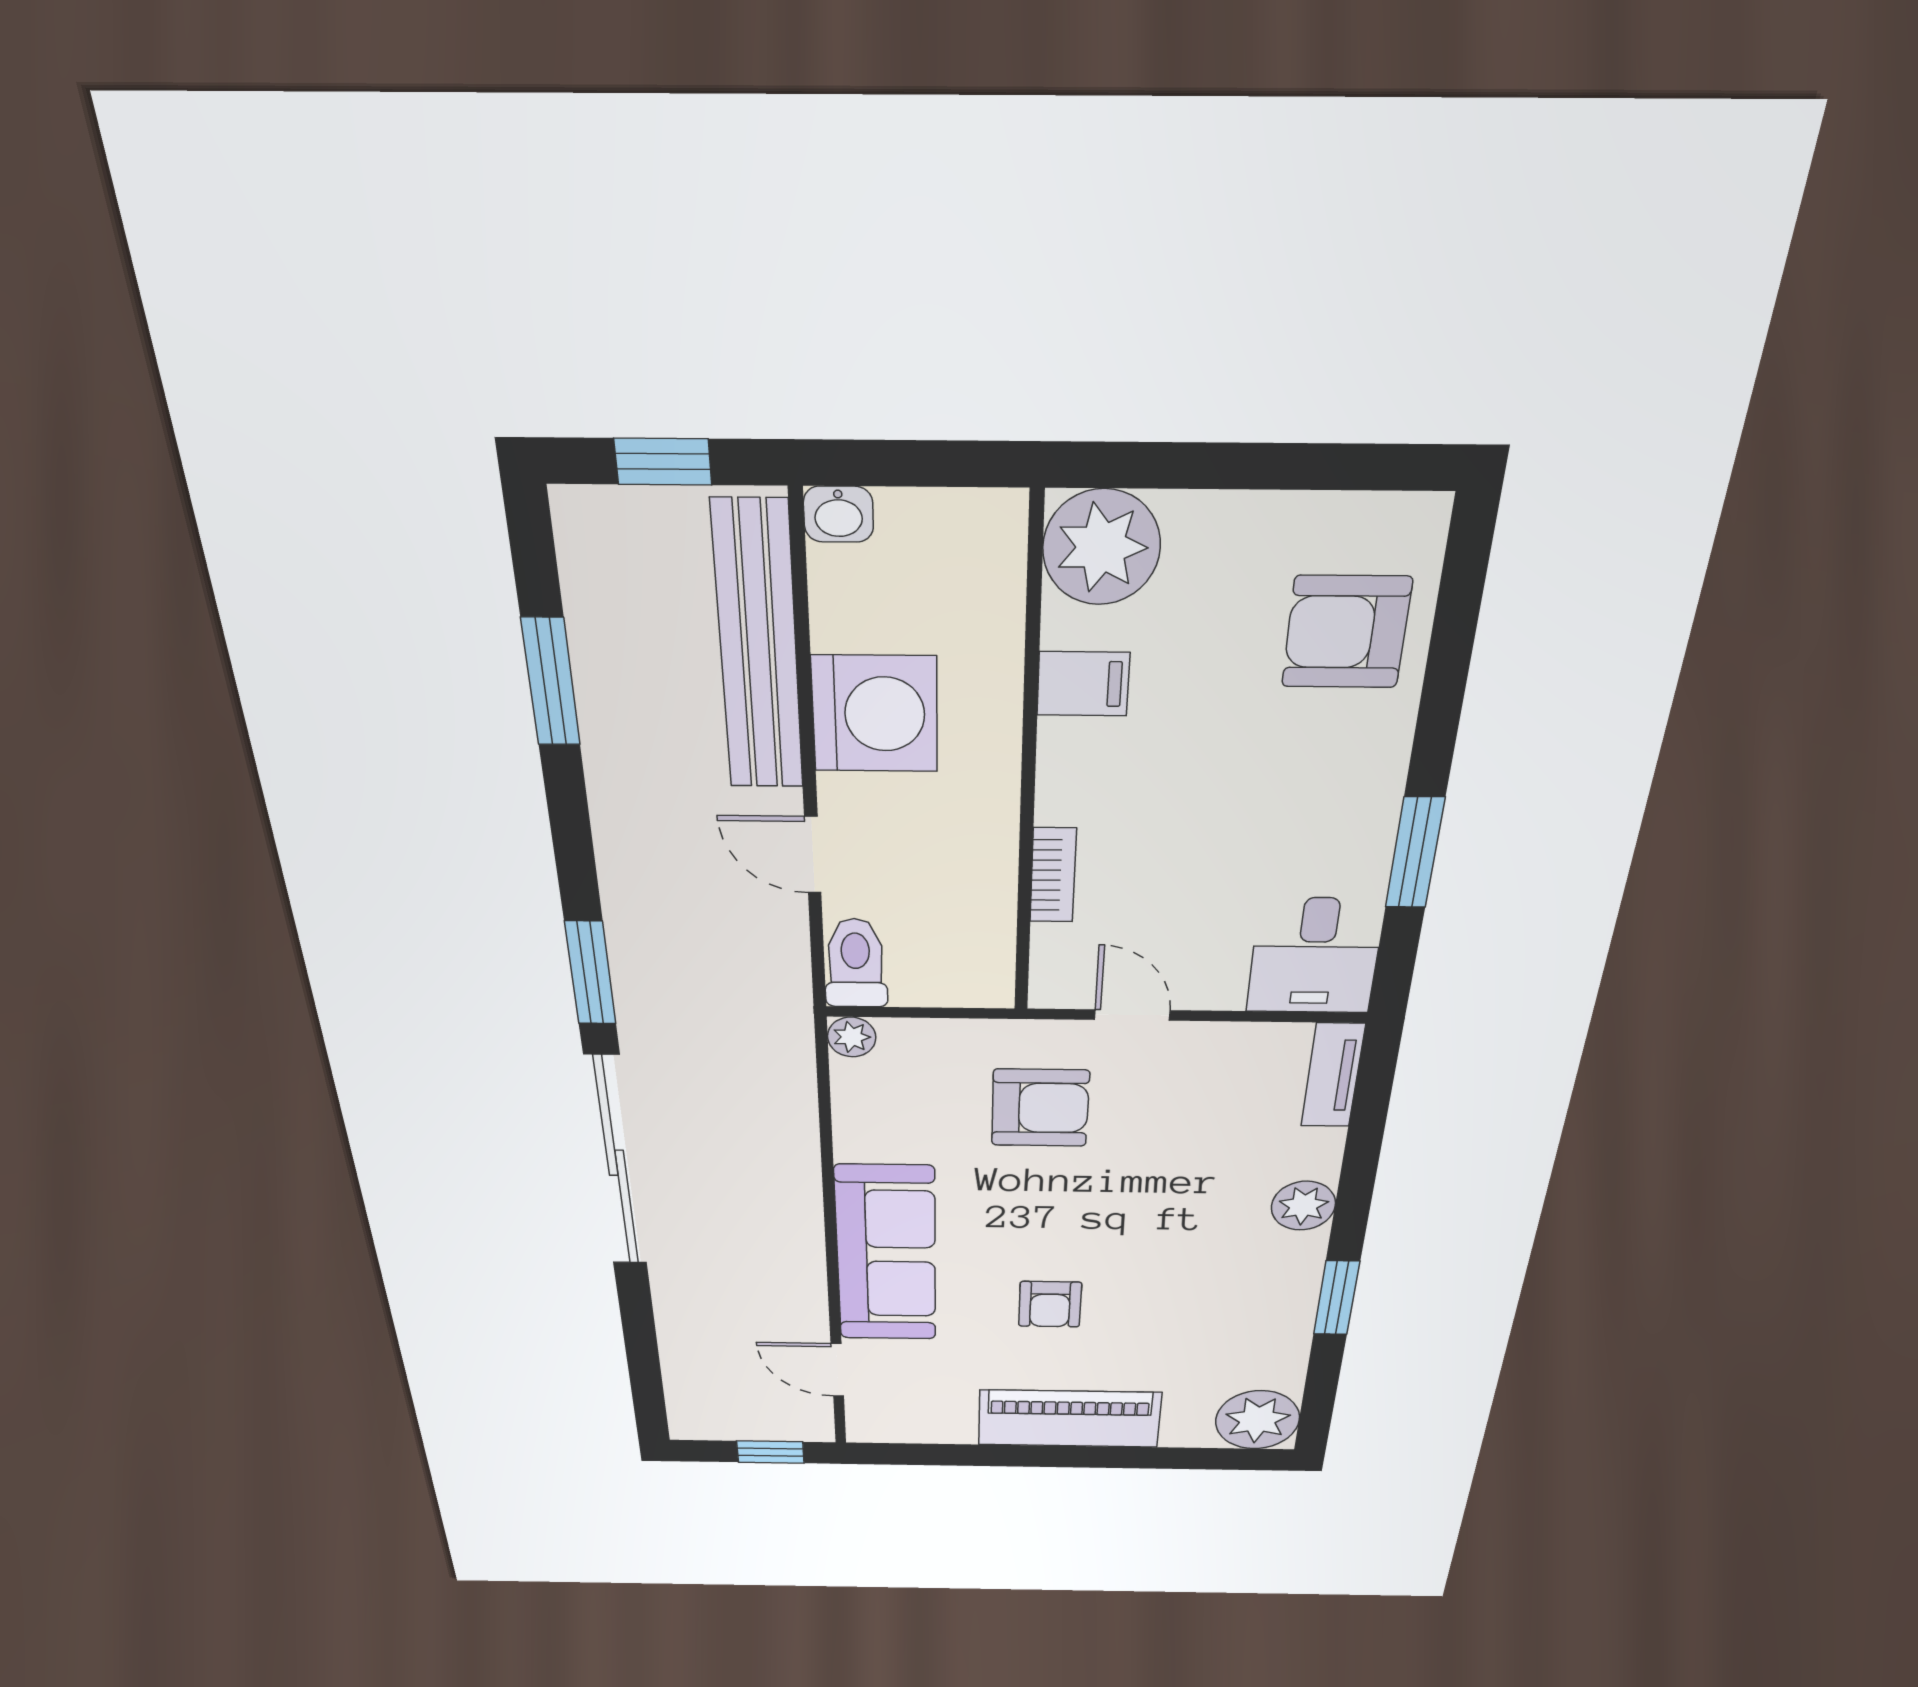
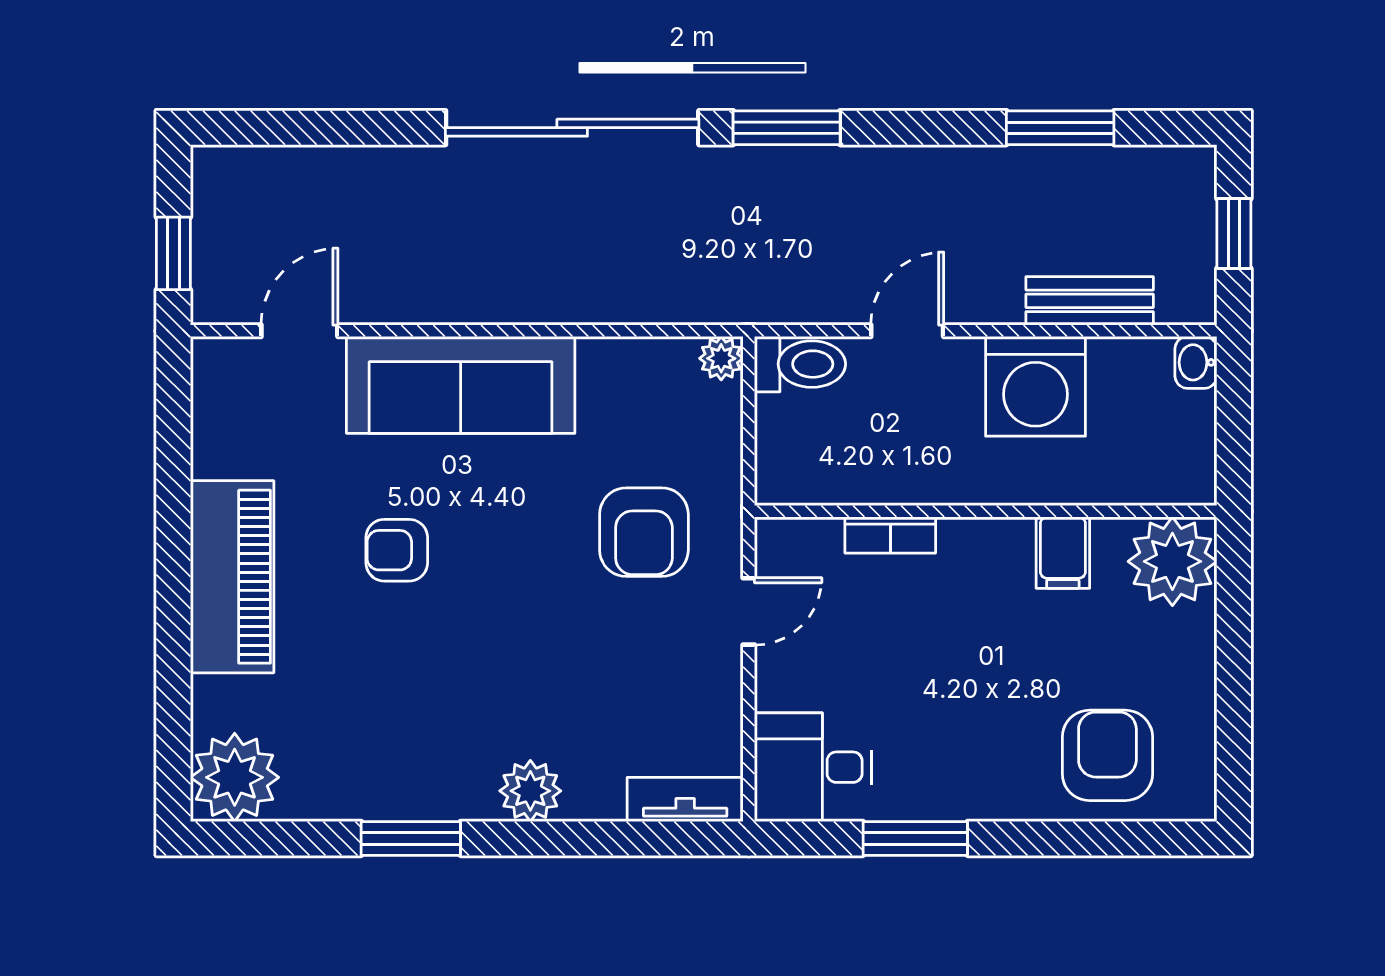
bench: (758, 649) -> (1090, 301), width x0.54, depth x0.82

